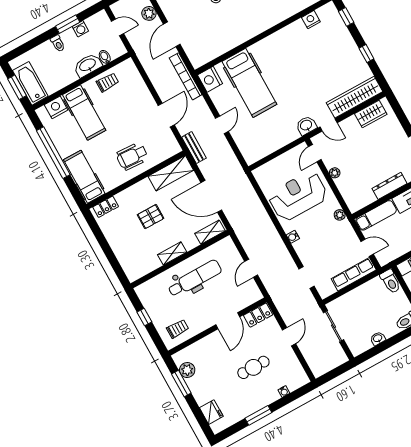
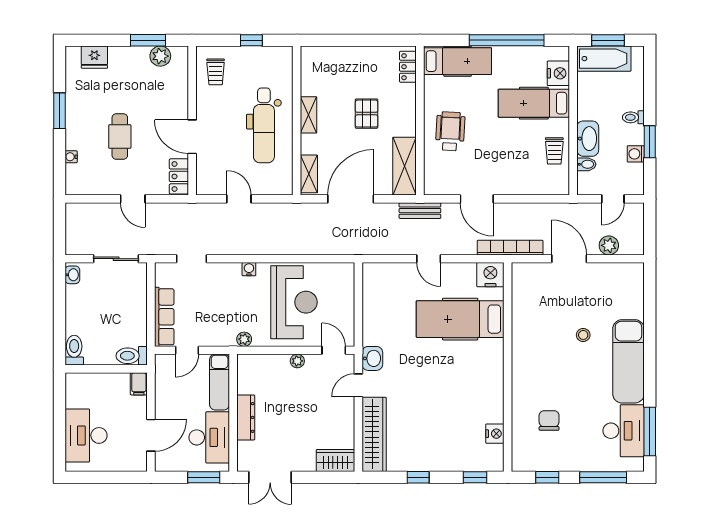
wardrobe: (371, 114) -> (335, 461), moved, turned 90
washbasin: (378, 338) -> (72, 275), moved

